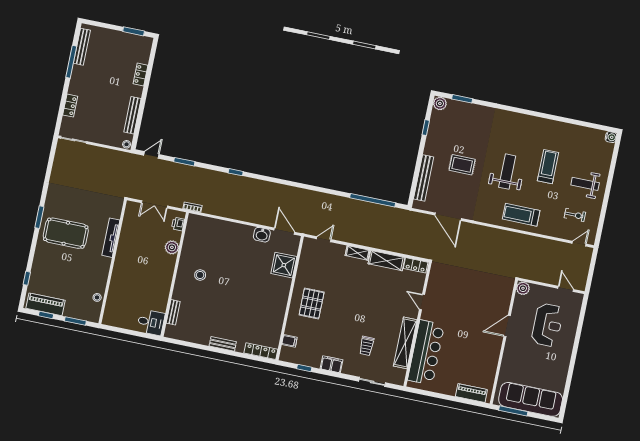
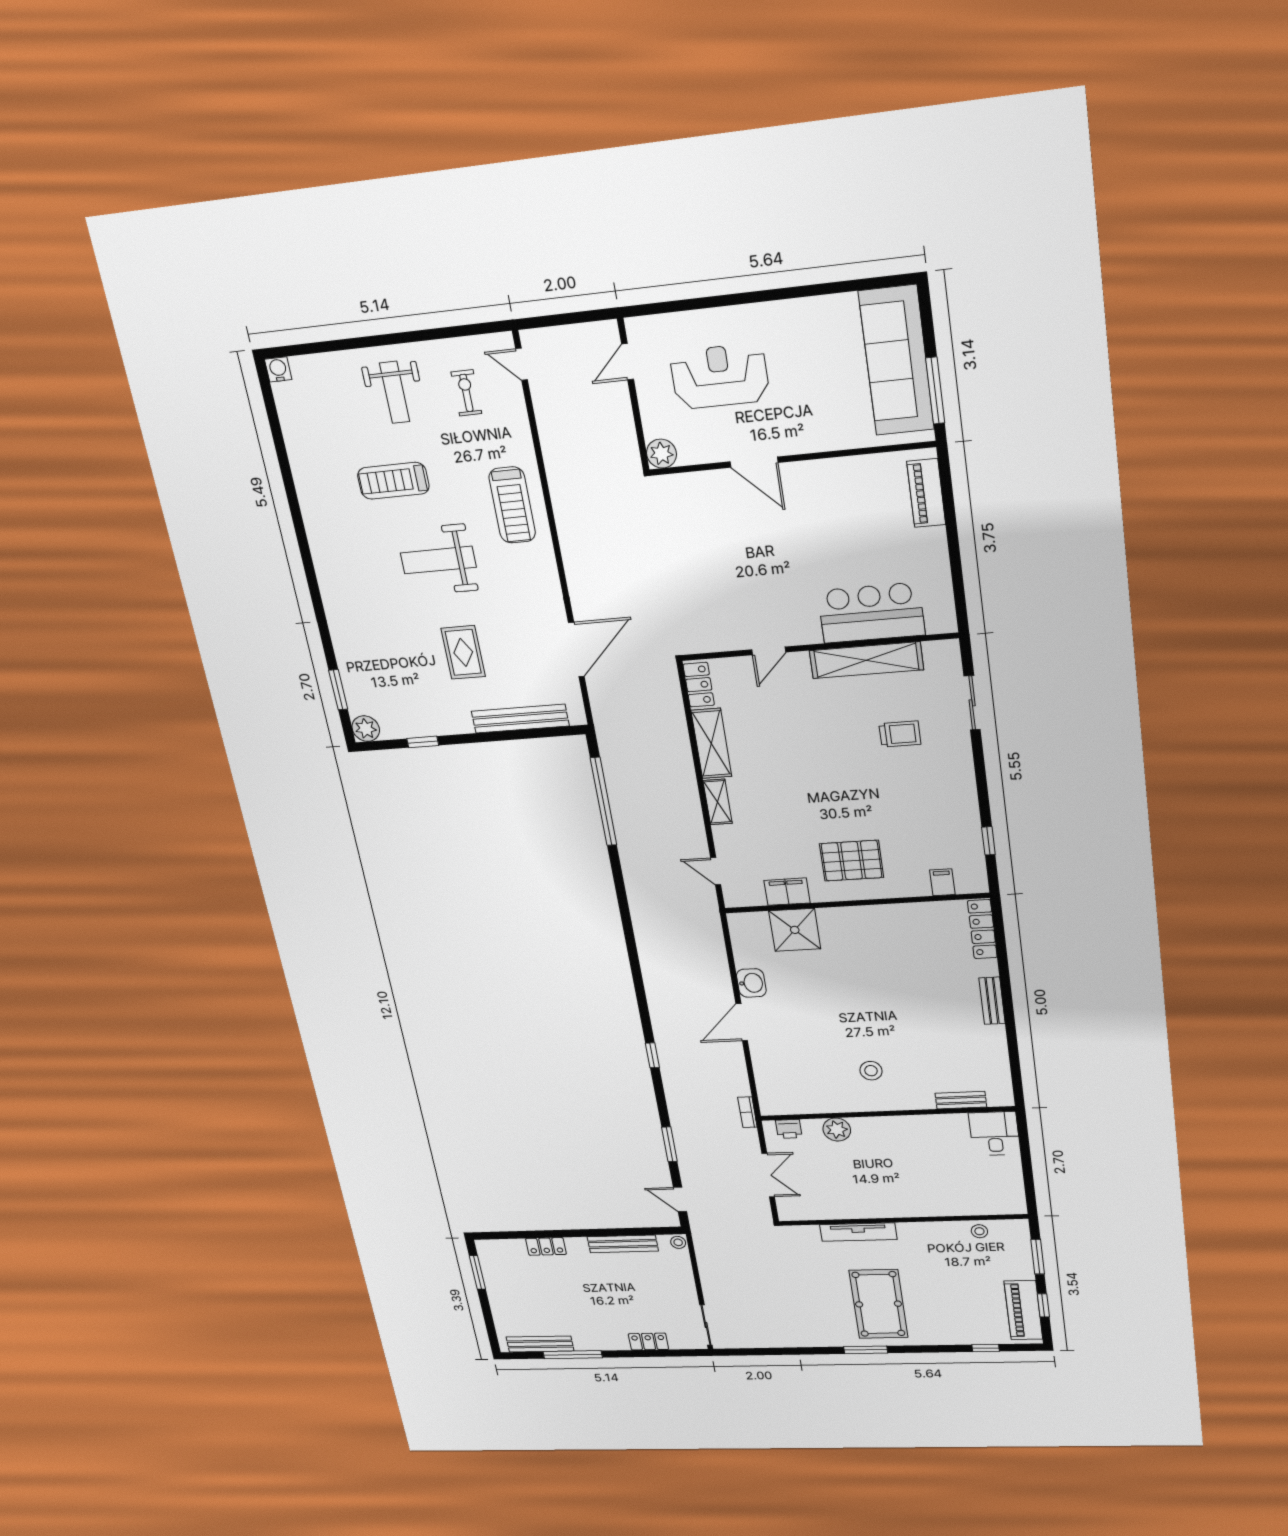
door: (284, 231) -> (742, 1022), moved
bar counter: (426, 352) -> (871, 613), width x0.73
filing cabinet: (332, 364) -> (787, 892), moved, turned 90

